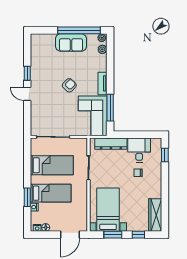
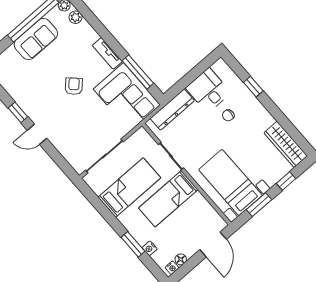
window: (165, 155) -> (253, 87), moved
bed: (51, 193) -> (168, 199), moved, turned 180

